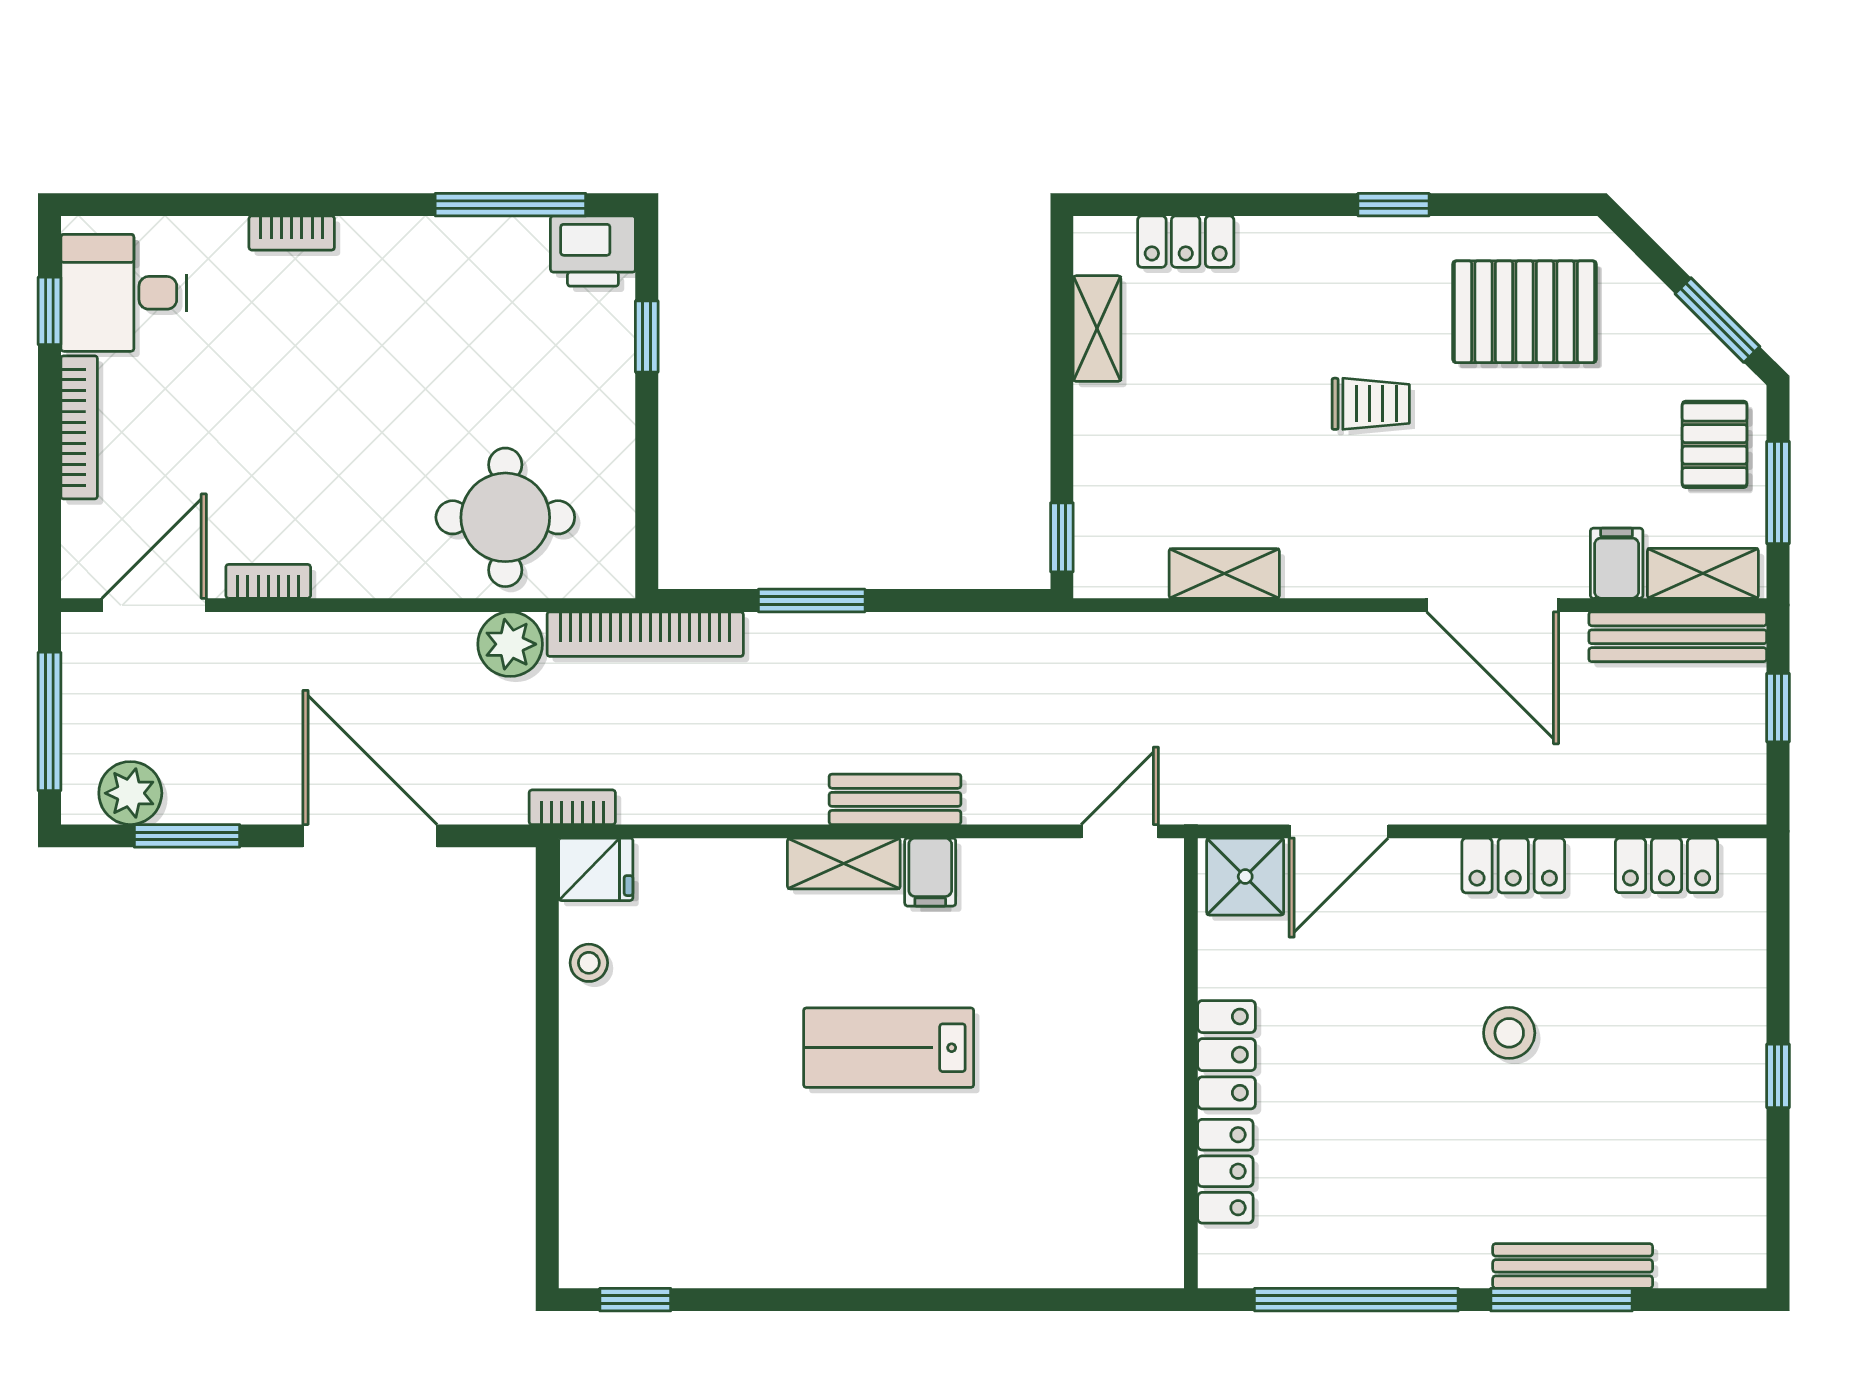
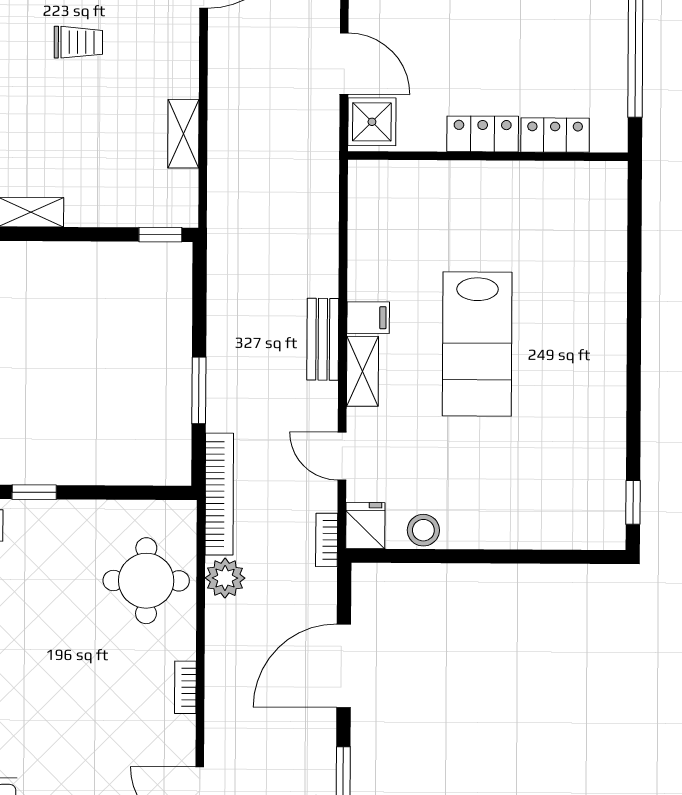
trolley: (1371, 404) -> (78, 42), turned 90
bookcase: (268, 581) -> (185, 687), moved
door: (1120, 831) -> (342, 456), moved
stool: (589, 963) -> (423, 530), width x1.37, depth x1.37
lab bench: (889, 1048) -> (477, 344), width x1.36, depth x1.39

